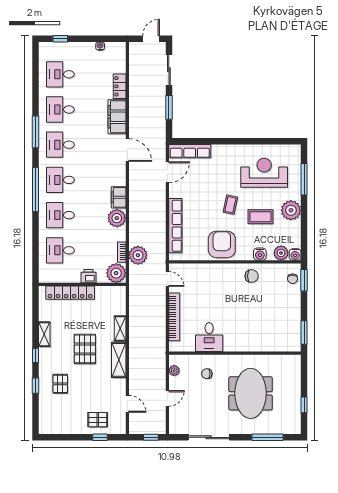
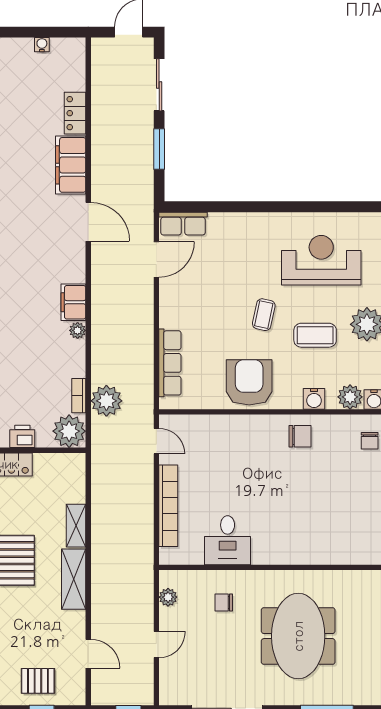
row of seats: (190, 151) -> (183, 224), width x0.68
plant: (117, 218) -> (78, 330), width x0.53, depth x0.53
row of seats: (175, 226) -> (170, 363), width x0.73

